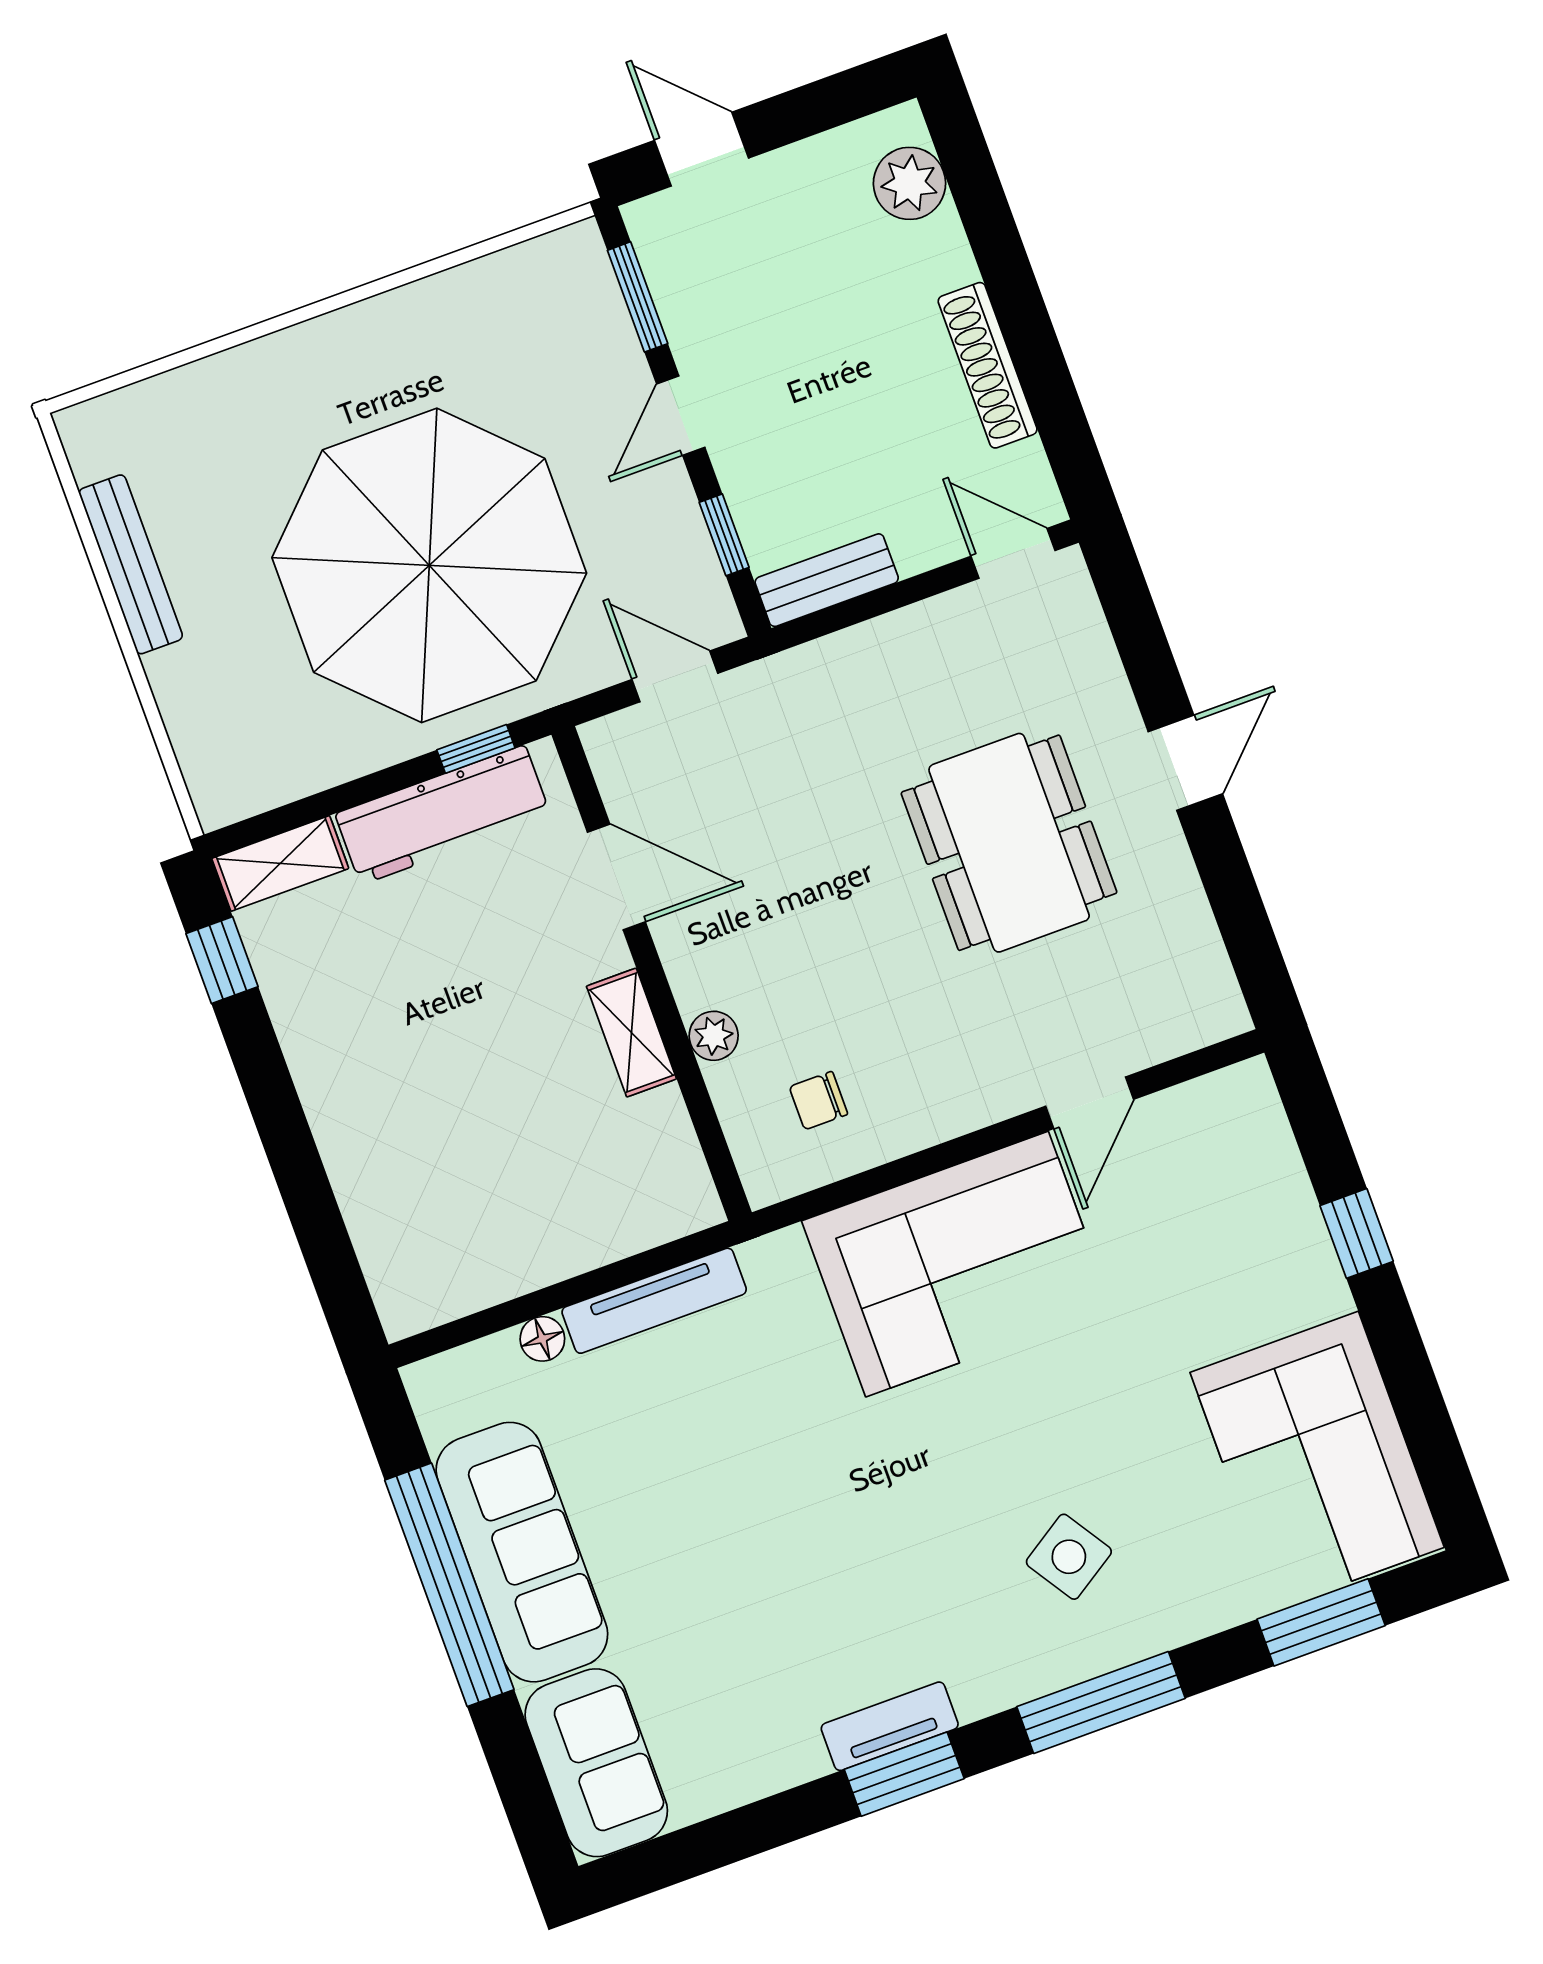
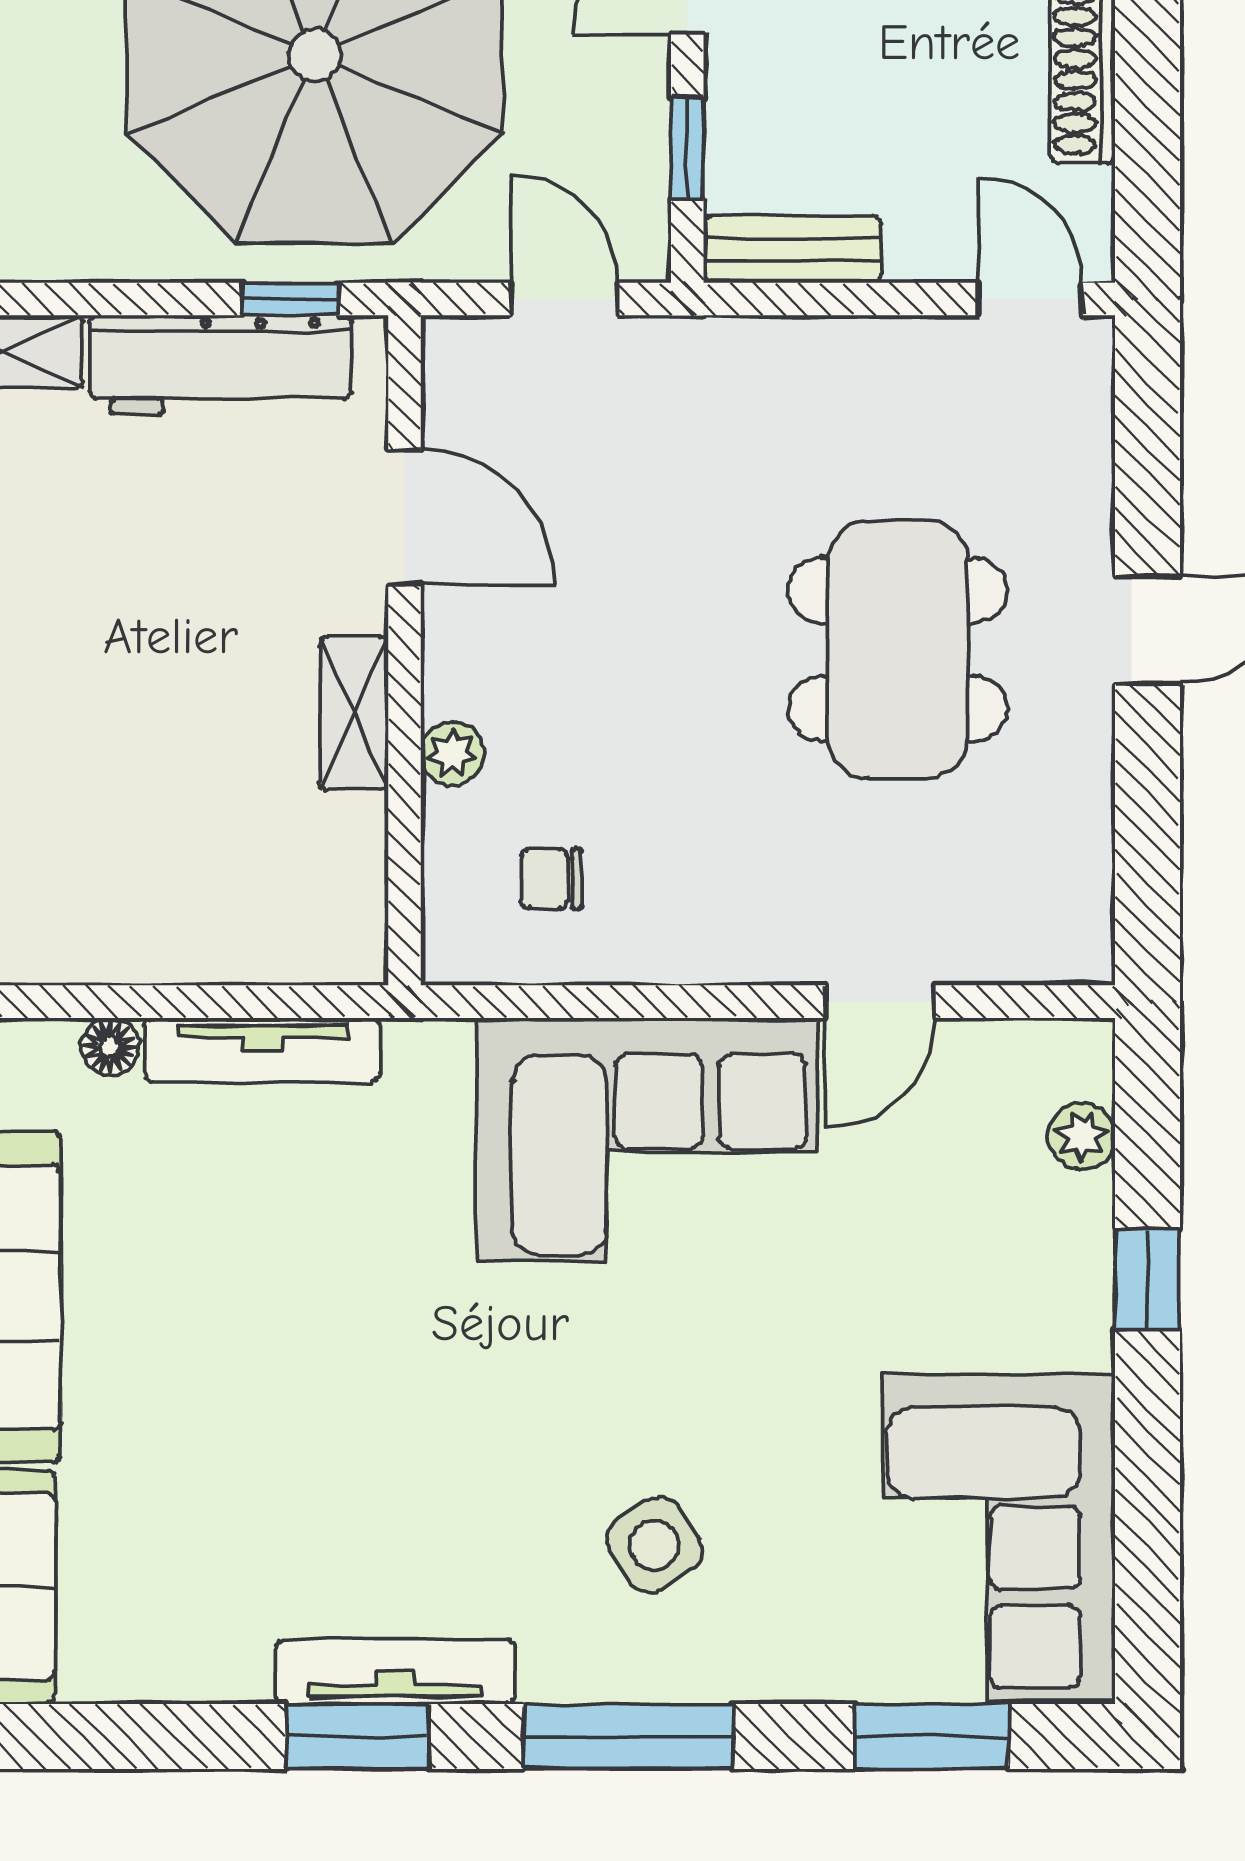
plant: (1271, 1147) -> (1082, 1136), added
tv unit: (890, 1726) -> (396, 1672), width x1.41

